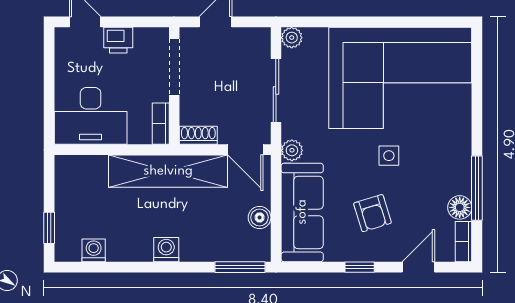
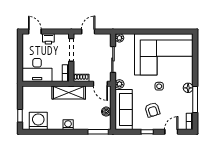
shelving: (168, 171) -> (69, 93), width x0.68
floor lamp: (460, 207) -> (188, 88), moved
washing machine: (94, 250) -> (38, 121), width x1.89, depth x1.89

